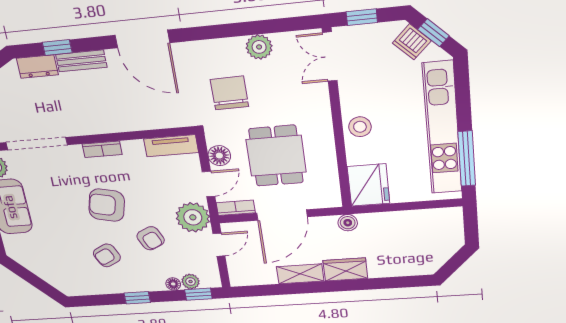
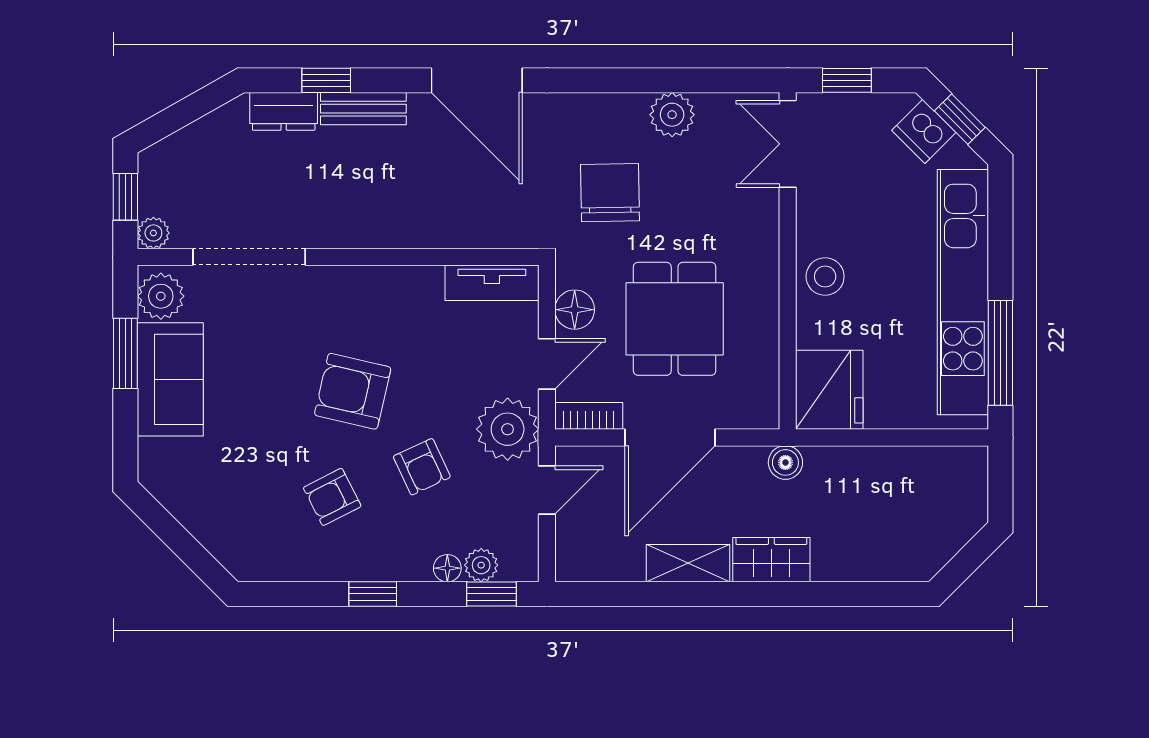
bookcase: (102, 149) -> (367, 279), removed

